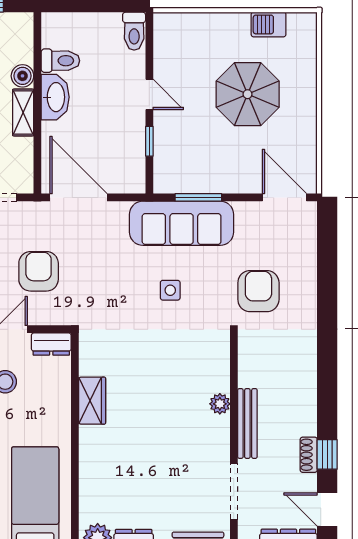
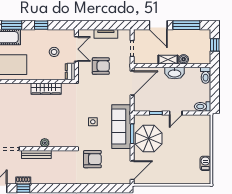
toilet: (60, 61) -> (206, 75), moved
parasol: (248, 94) -> (149, 138), moved
wardrobe: (92, 401) -> (46, 89), width x1.50

